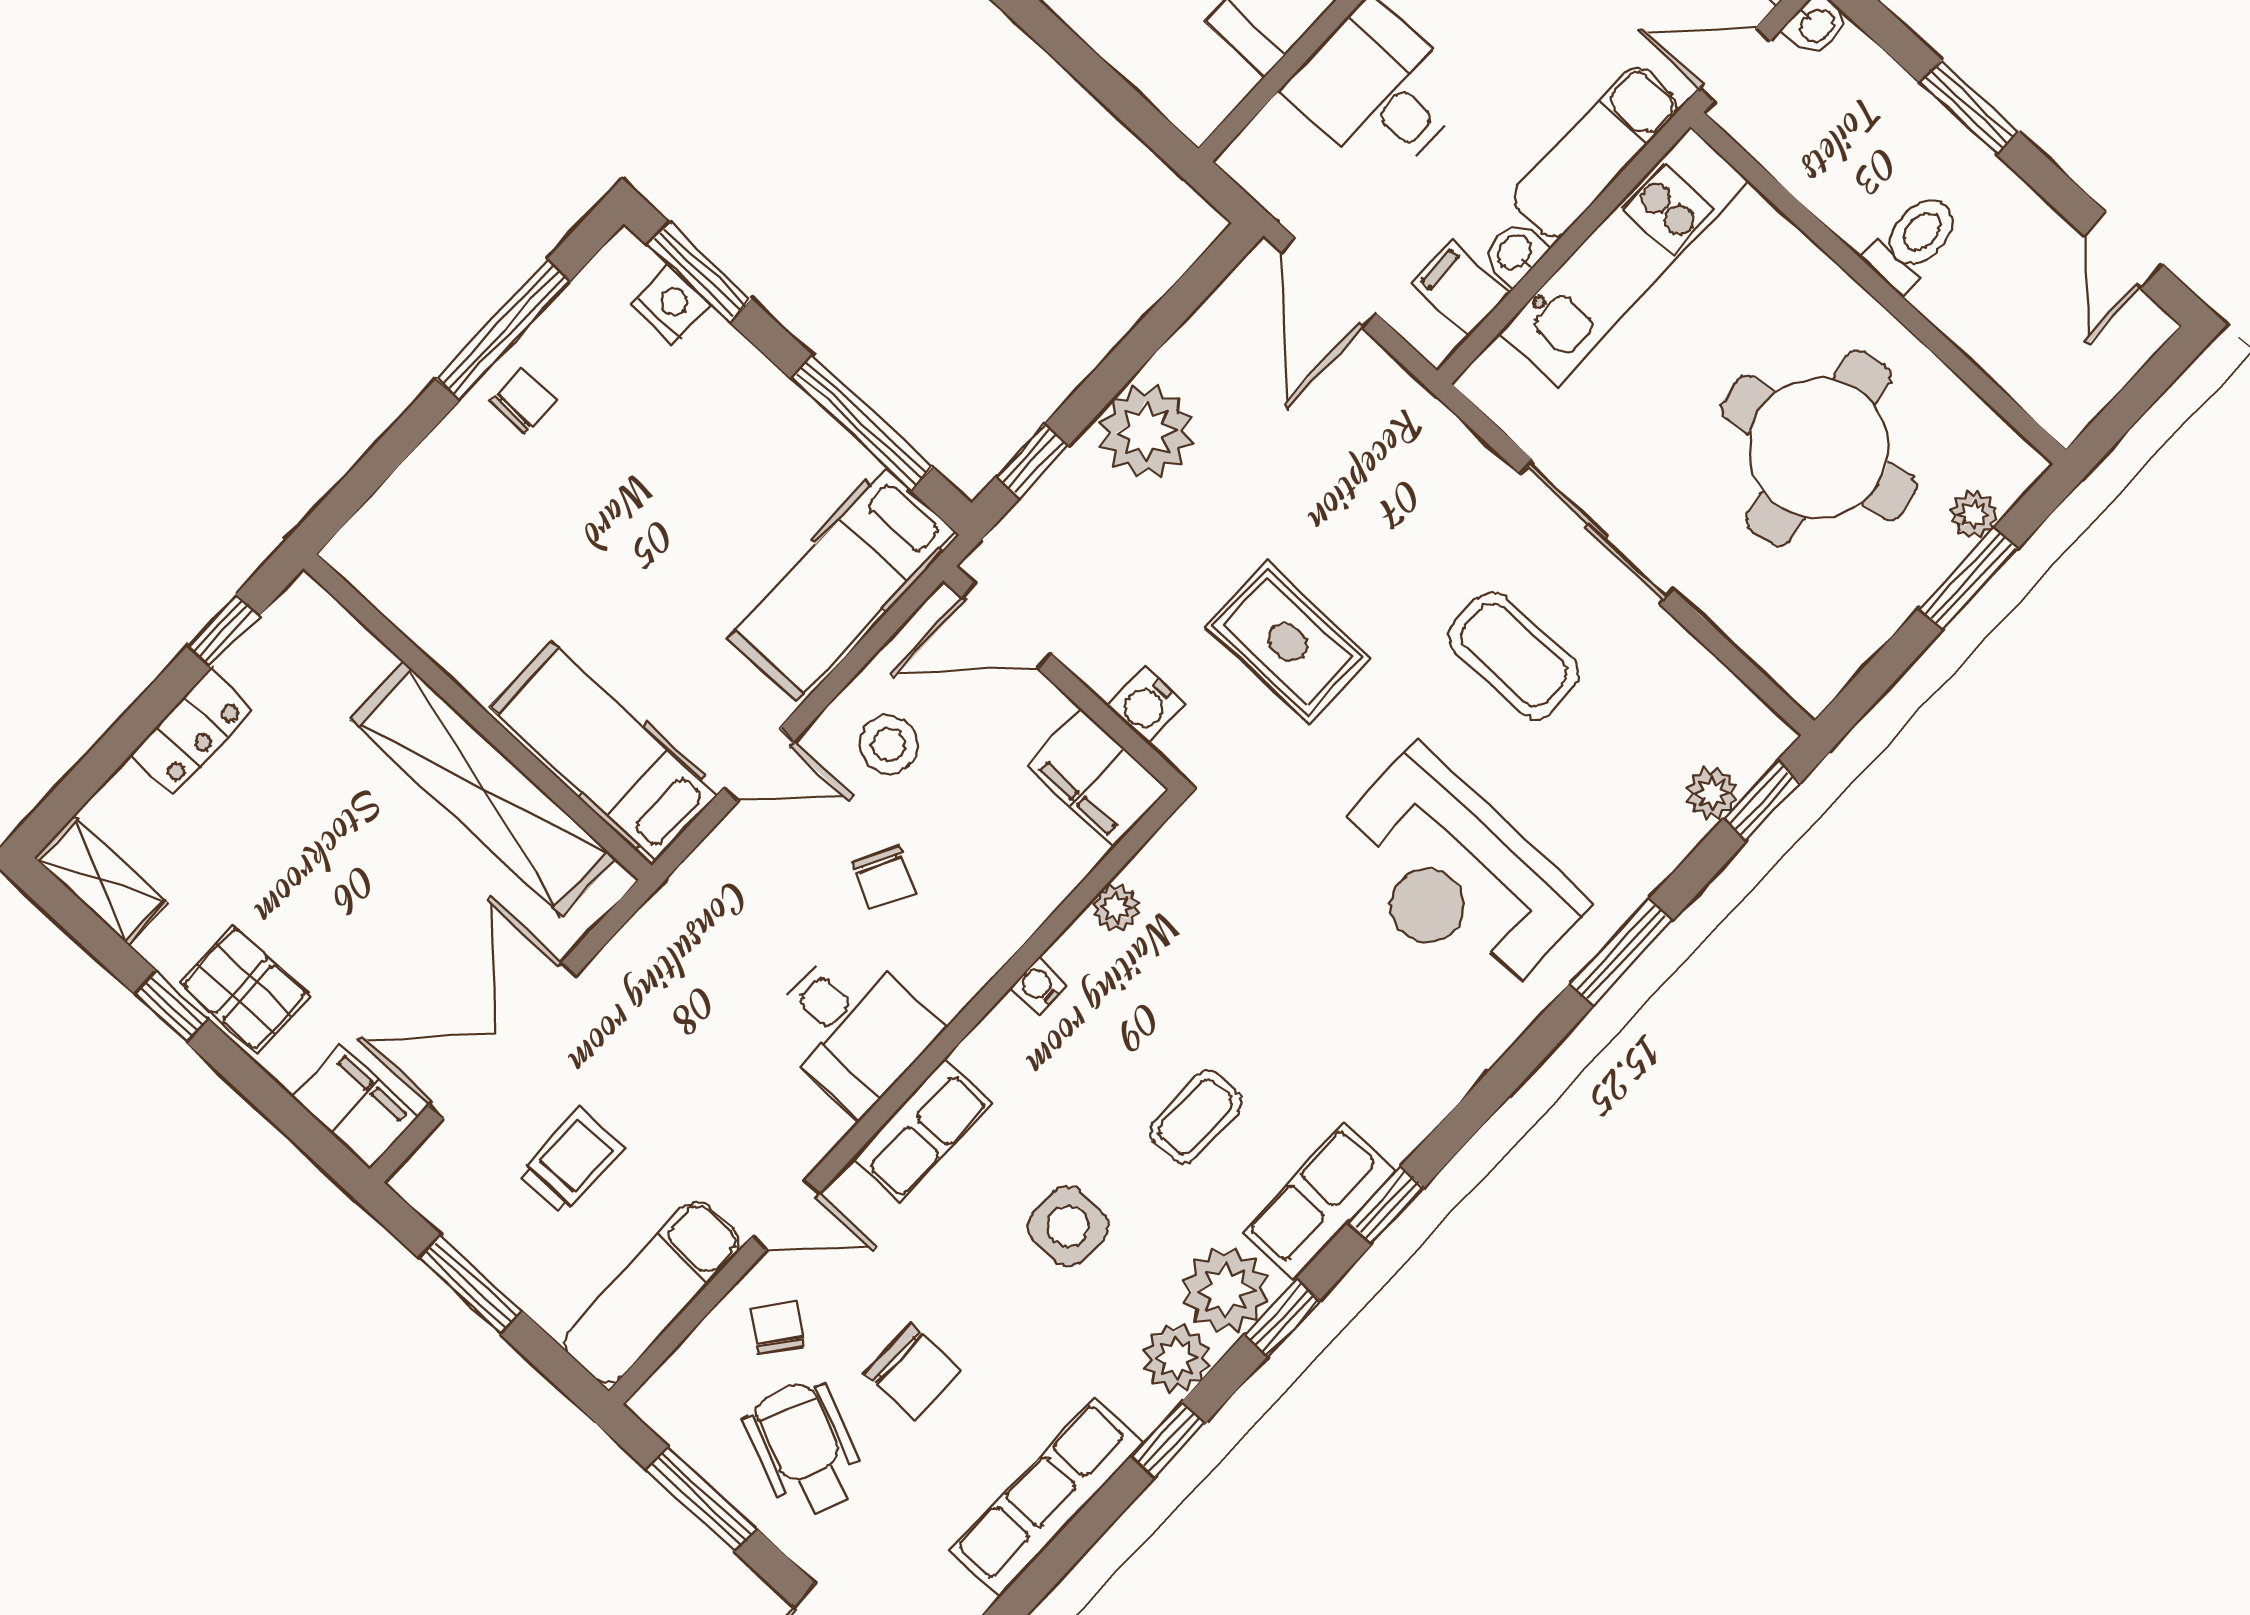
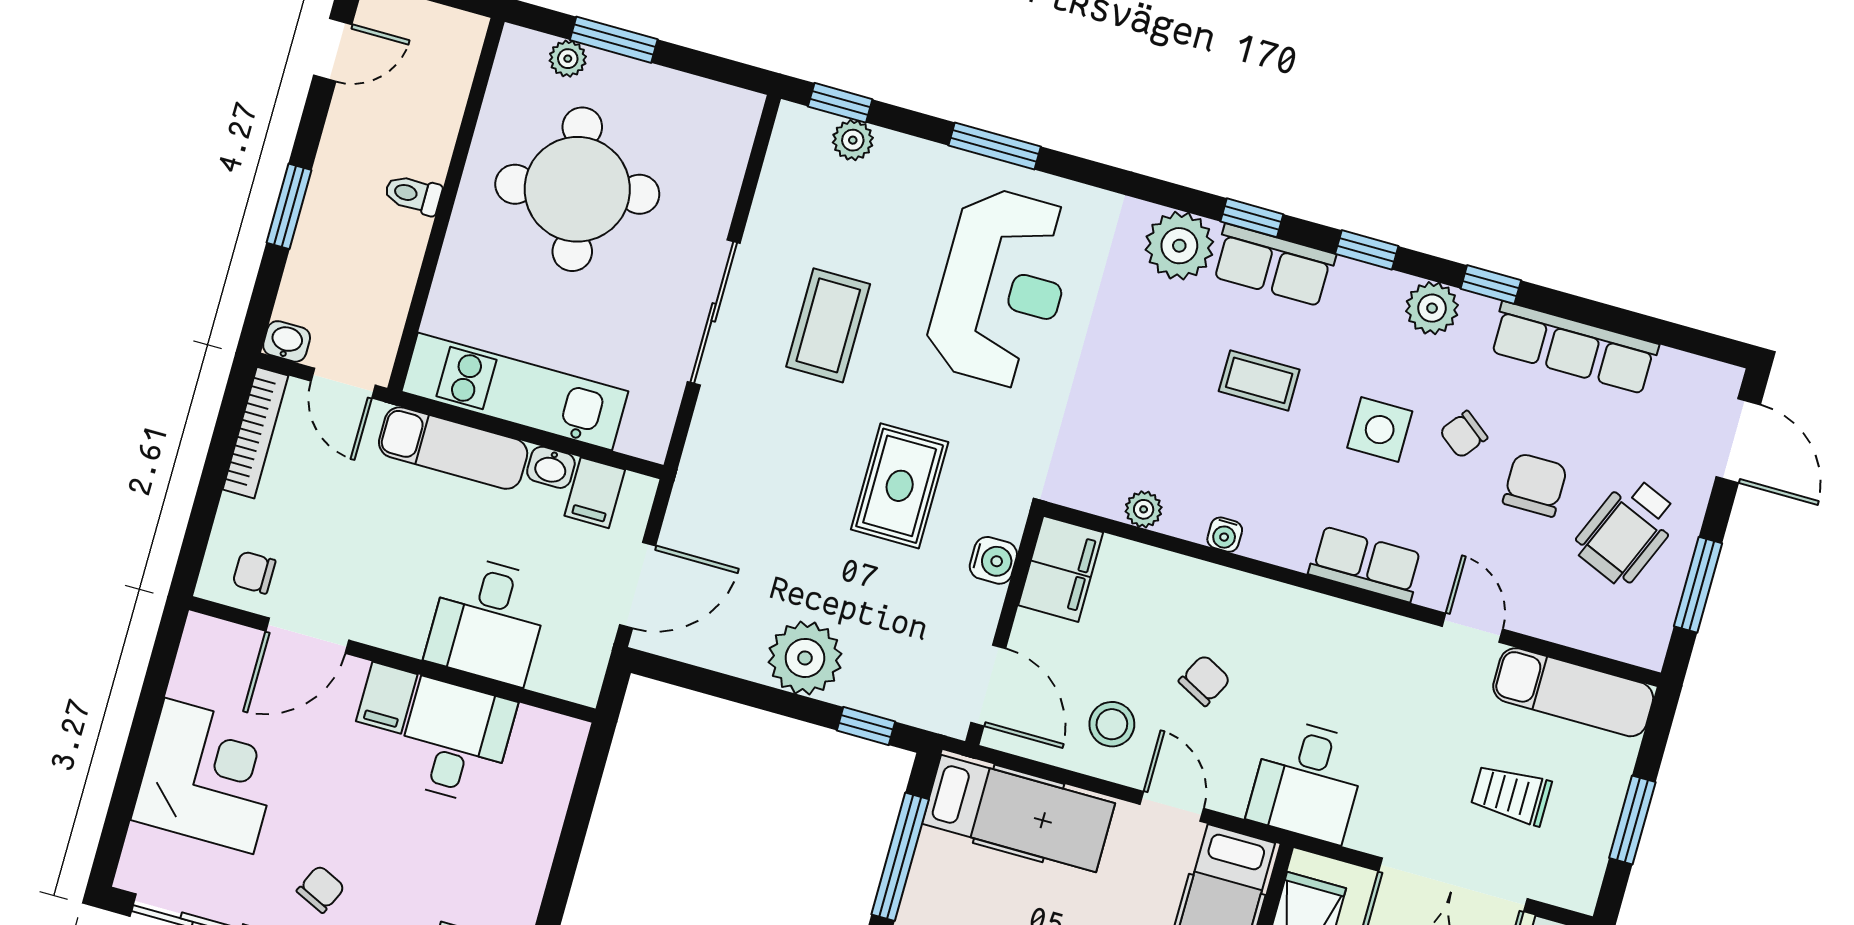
toilet: (1913, 241) -> (413, 194), width x0.73, depth x0.72
desk: (852, 1027) -> (1307, 781), moved, turned 180
plant: (1226, 1290) -> (1179, 246), moved
chair: (778, 1328) -> (1464, 434), moved

